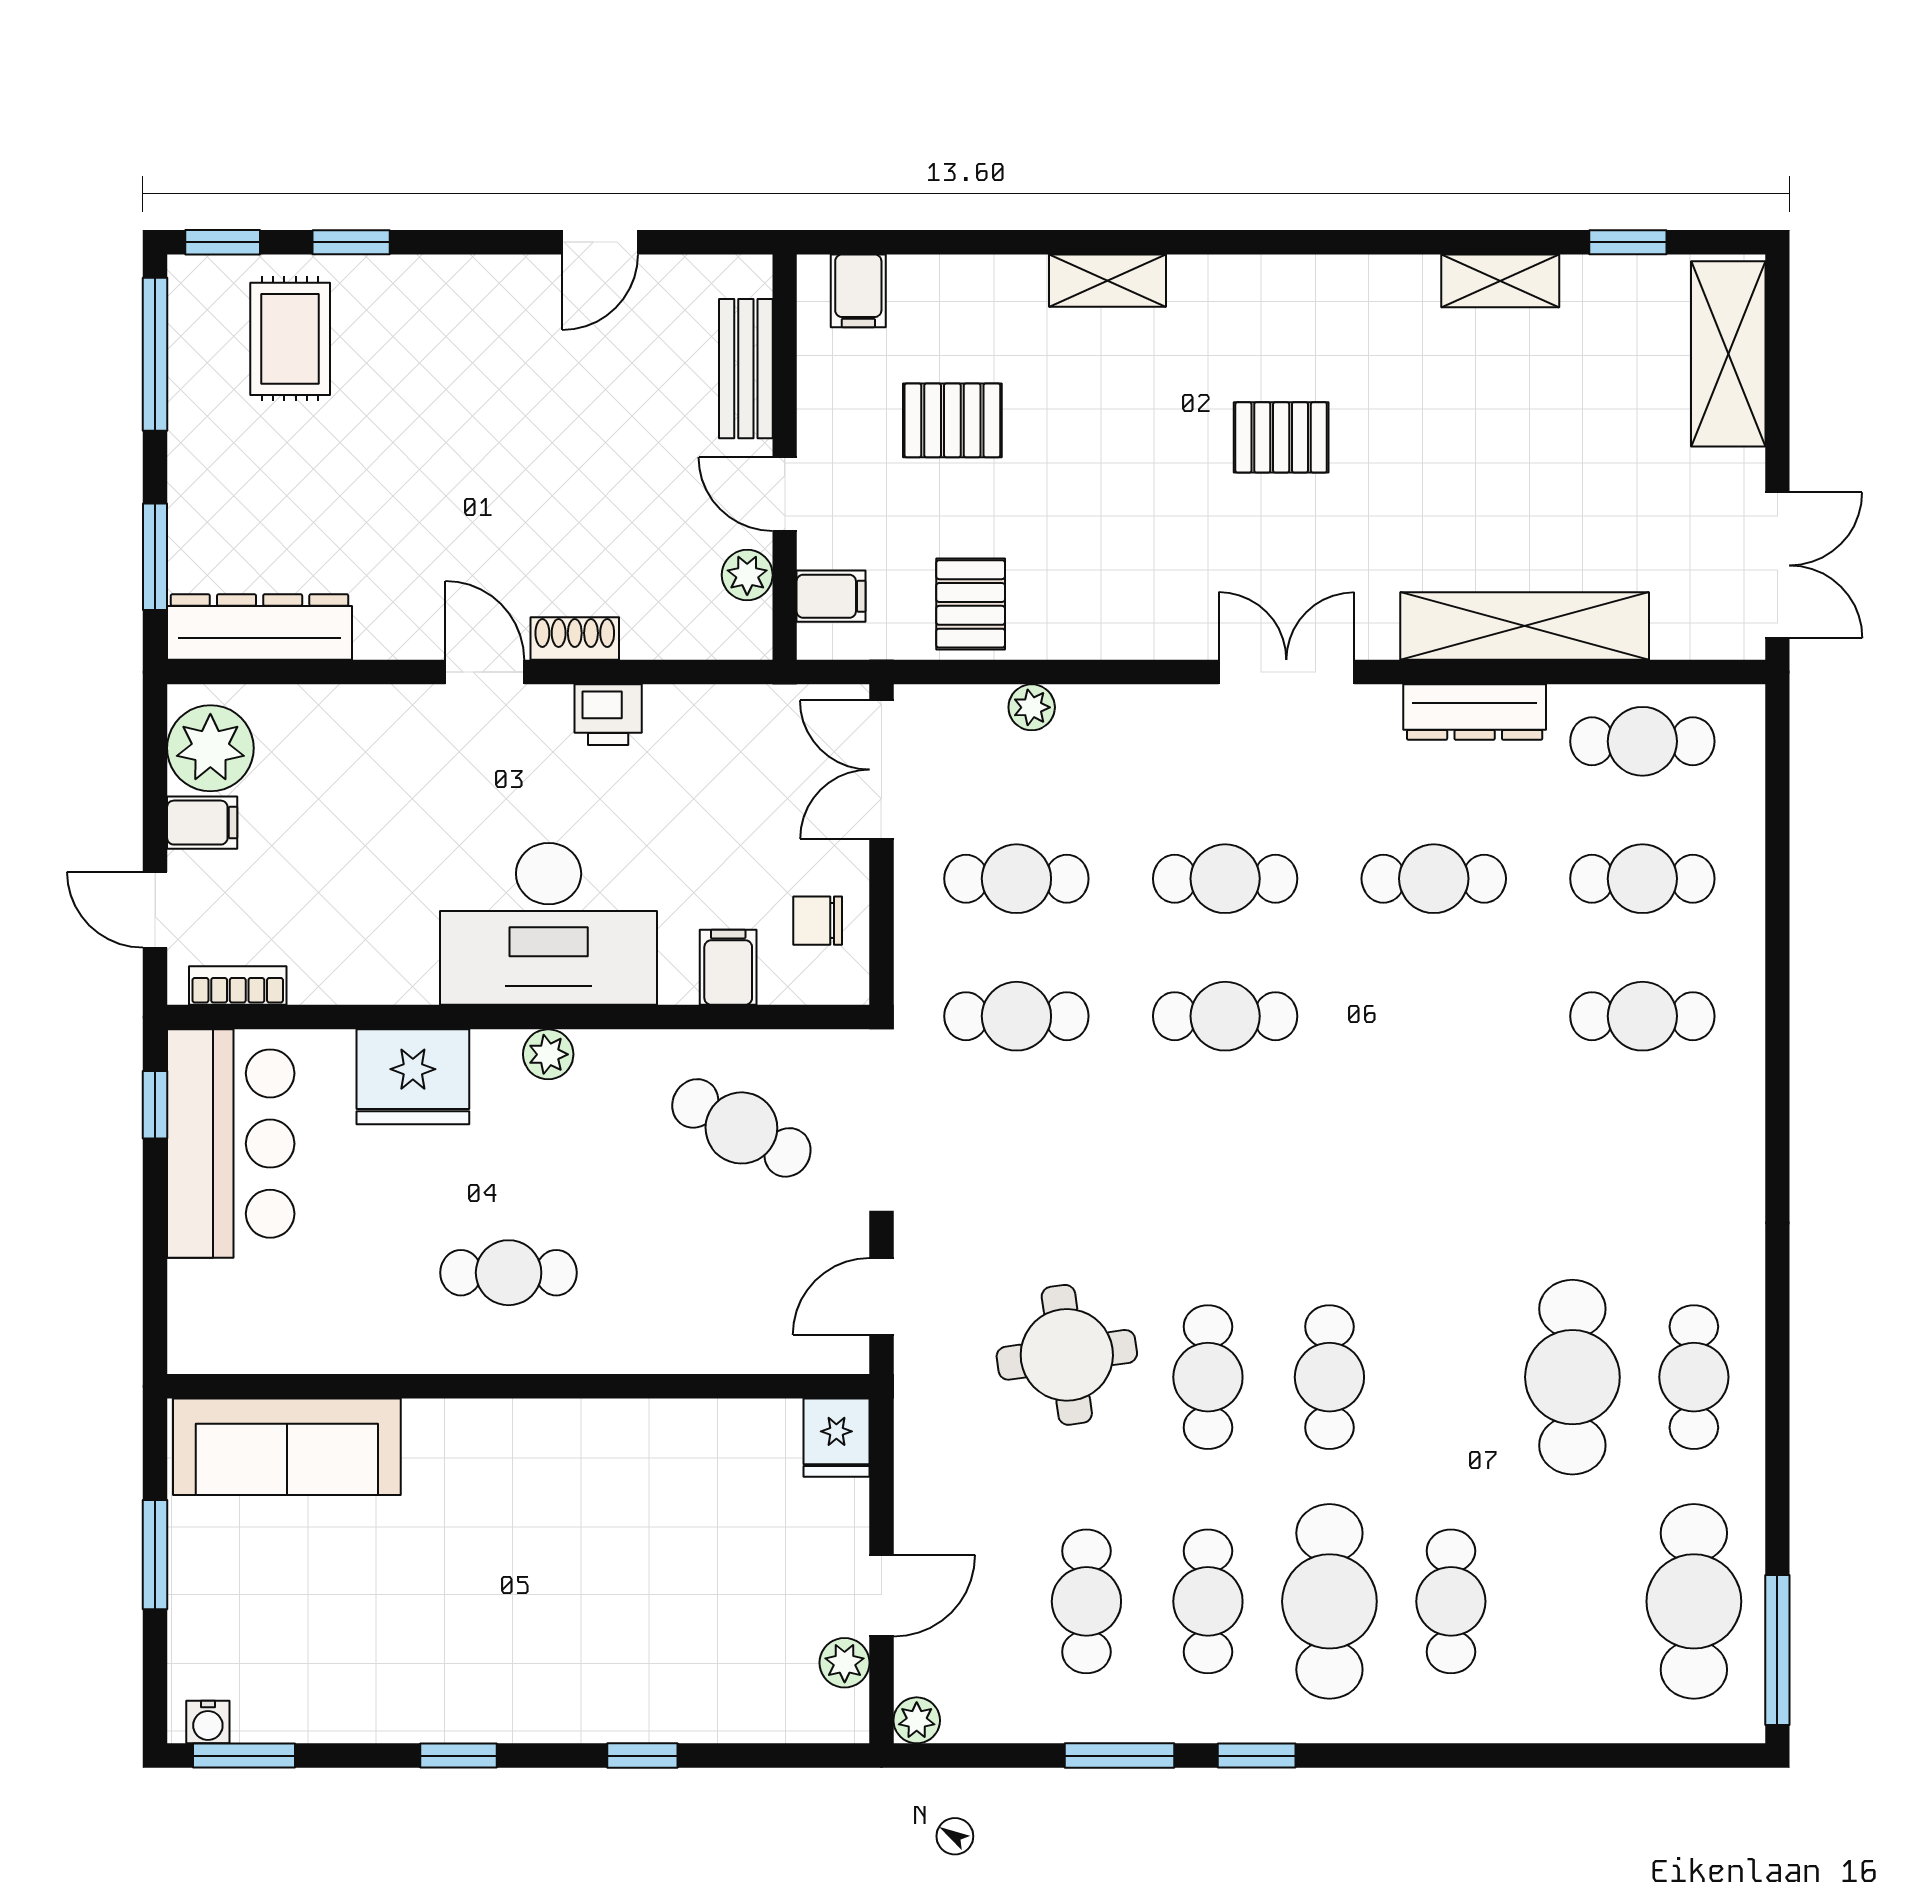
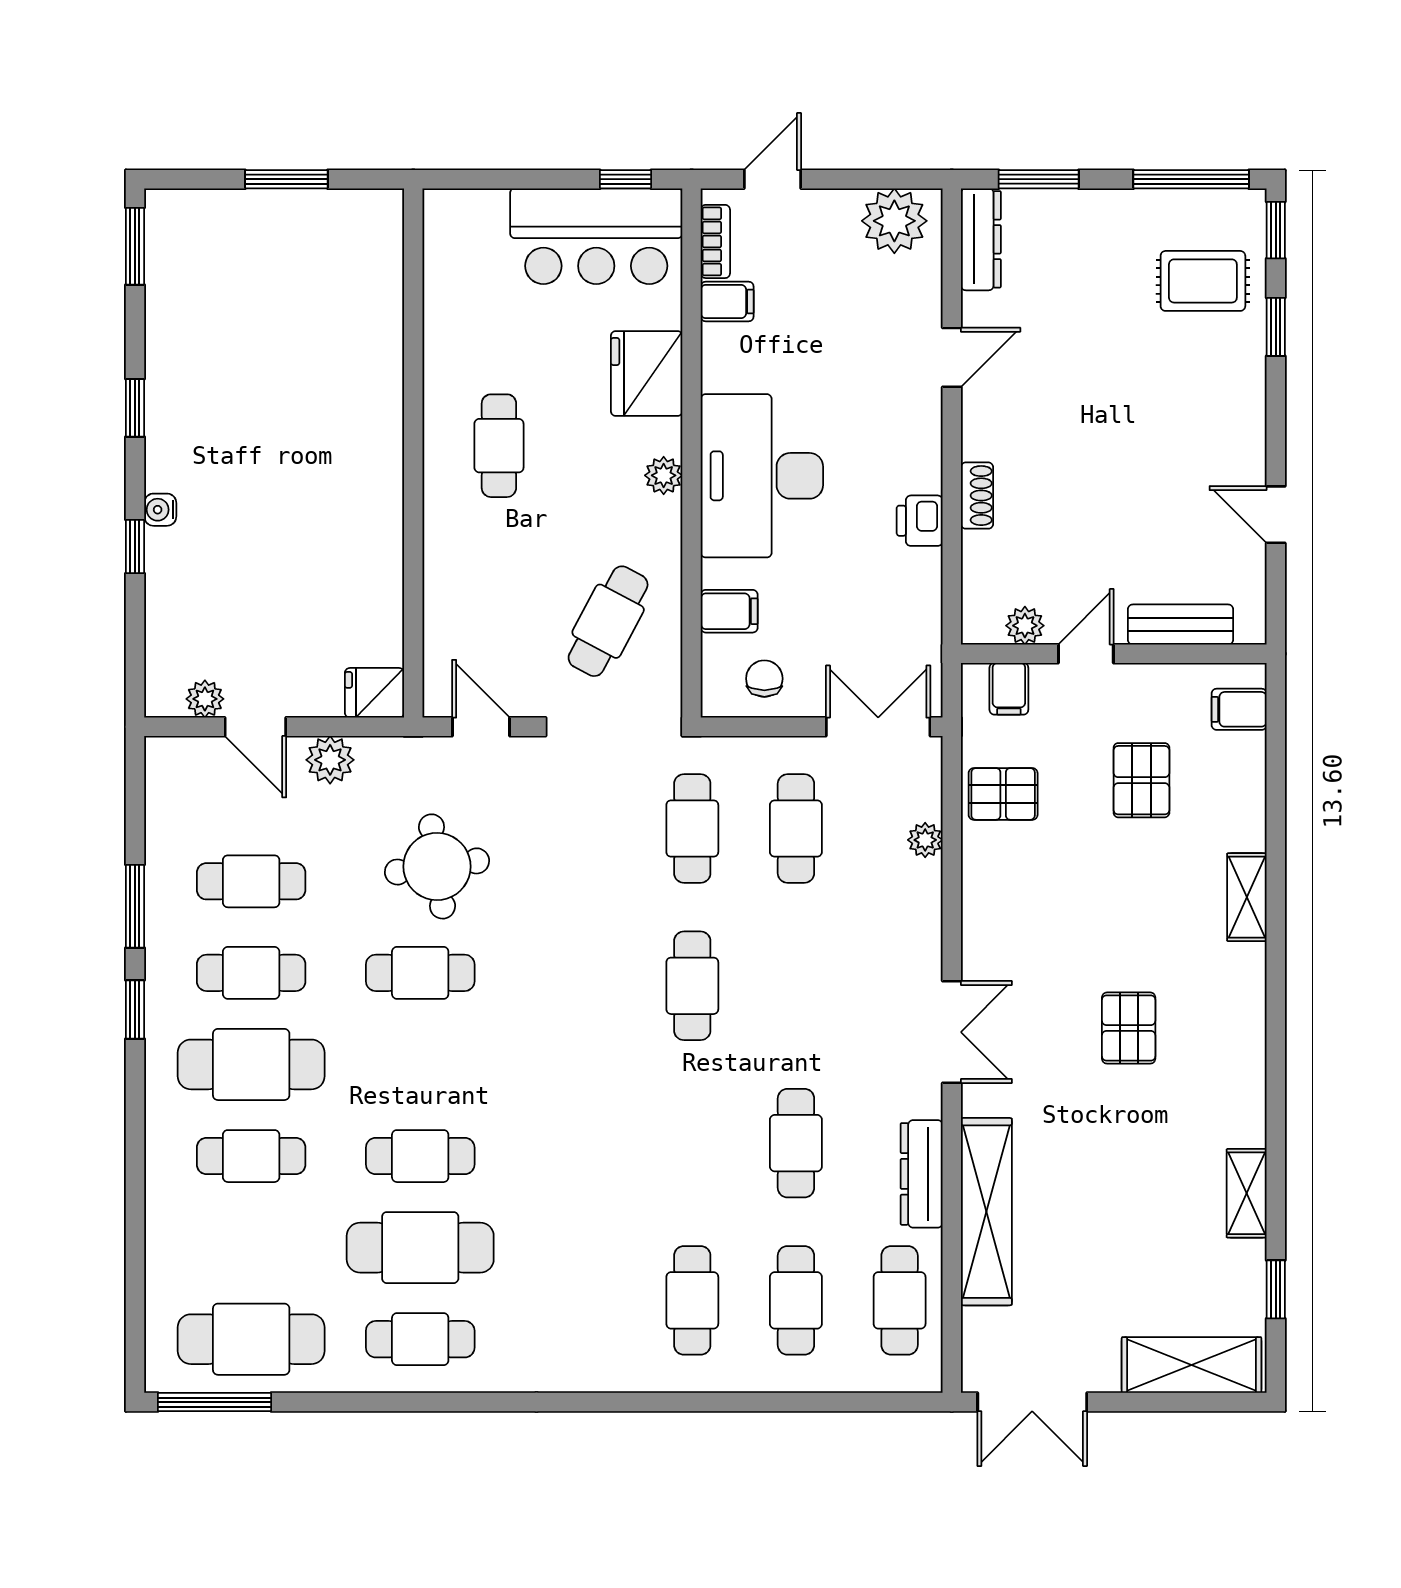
dresser: (260, 627) -> (981, 239), width x0.73, depth x0.80
door: (485, 672) -> (952, 357), moved
filing cabinet: (202, 823) -> (727, 302), moved, turned -90
cafe table: (1225, 879) -> (796, 986), removed
cafe table: (1329, 1377) -> (420, 1156), moved
sofa: (287, 1447) -> (368, 279), removed
plant: (917, 1720) -> (330, 760), moved, width x1.38, depth x1.38
water cooler: (208, 1722) -> (160, 510), moved

